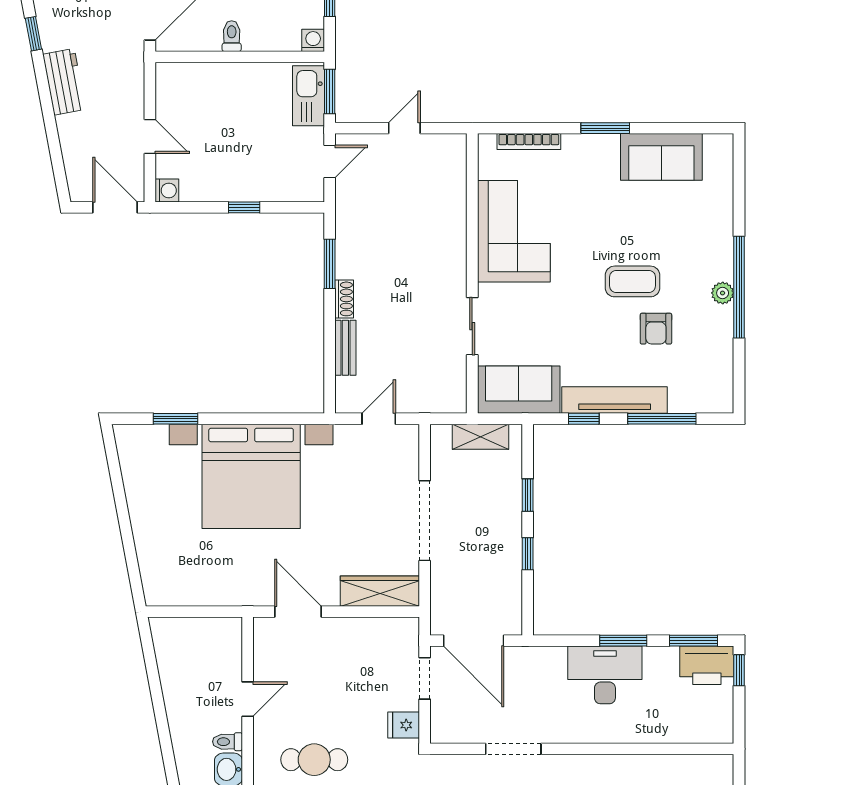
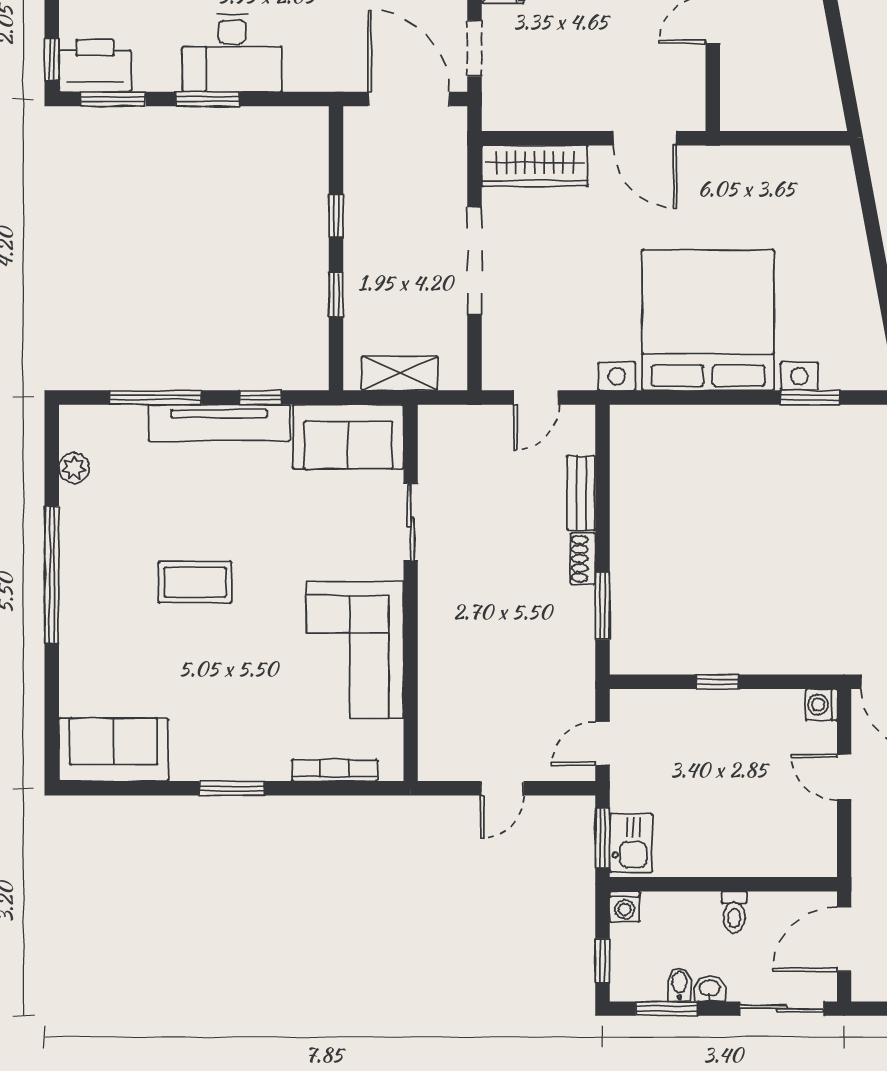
kitchen sink: (308, 96) -> (631, 843), width x0.73
sofa: (661, 157) -> (114, 750), moved
plant: (723, 293) -> (74, 468), moved
armchair: (656, 329) -> (164, 519), removed

